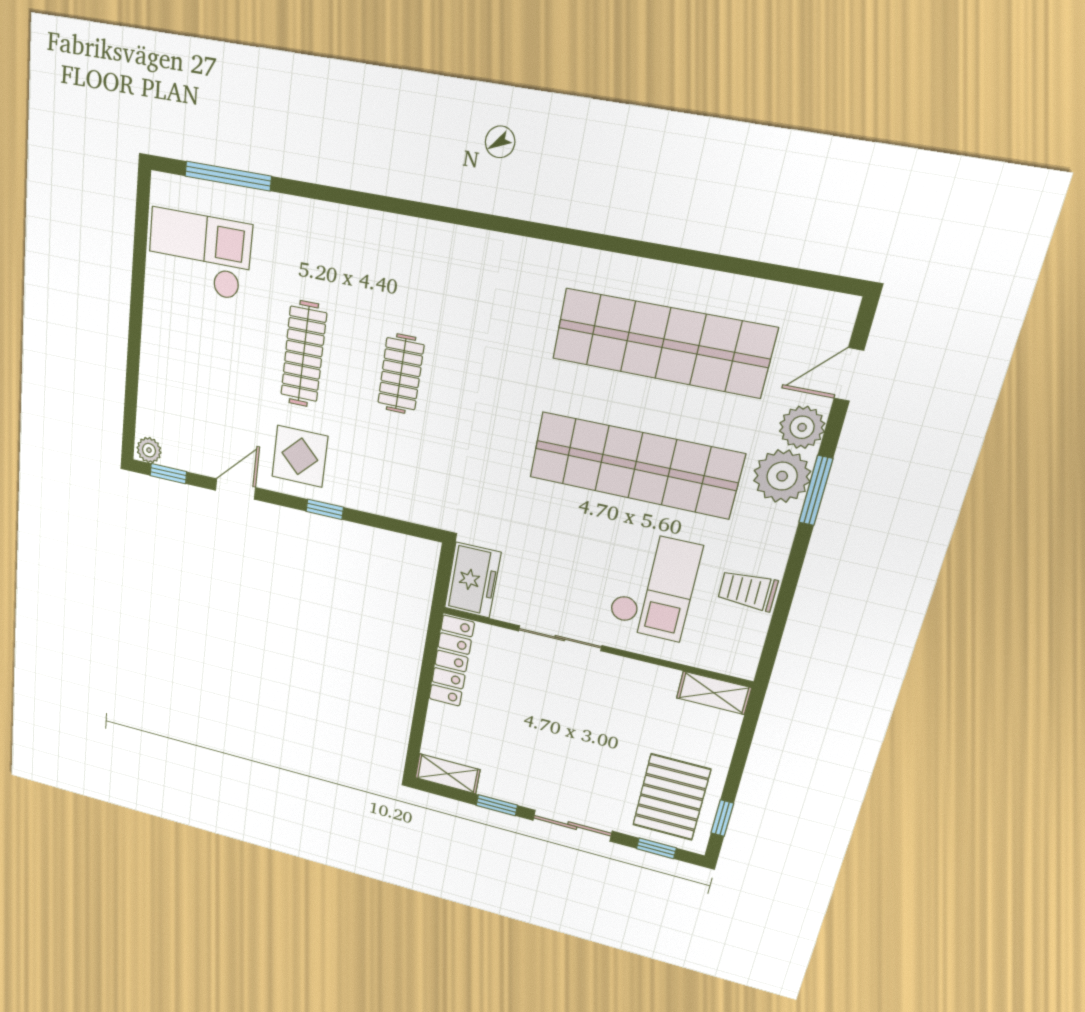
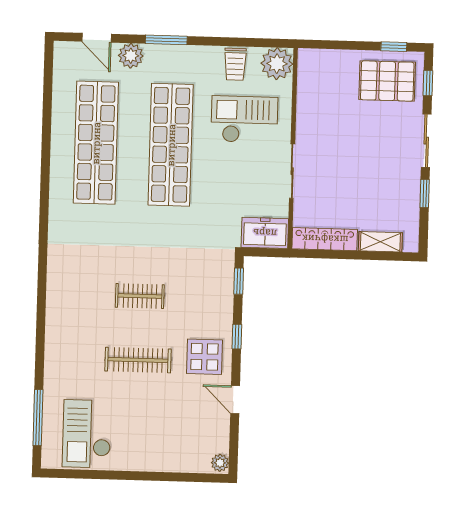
window: (168, 474) -> (239, 281), moved
plant: (782, 476) -> (277, 64), moved
shelving: (714, 693) -> (307, 70), removed
shelving: (448, 774) -> (380, 242), moved, turned 90

